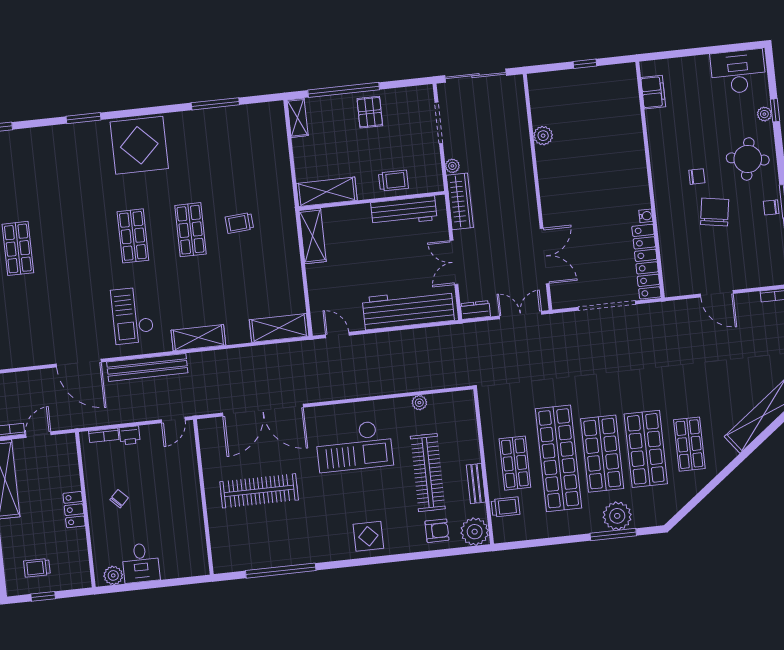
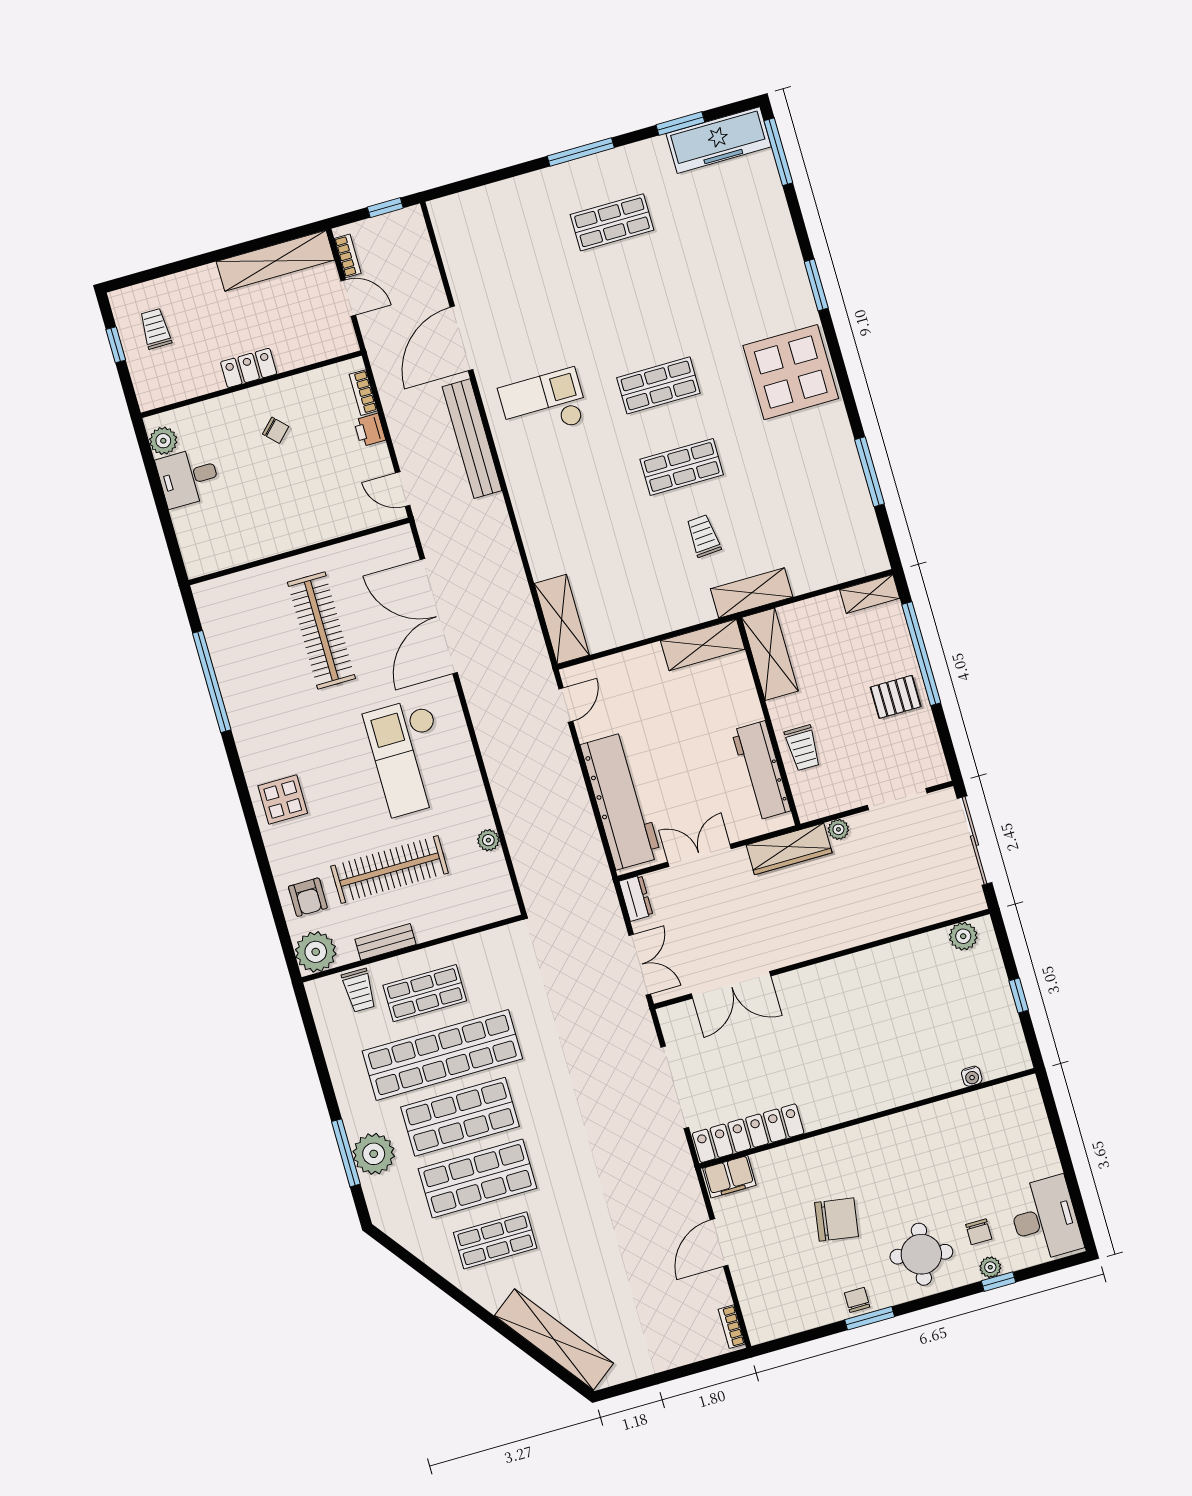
filing cabinet: (653, 92) -> (729, 1177), moved
plant: (543, 136) -> (963, 936), moved
chair: (697, 177) -> (979, 1232), moved
water cooler: (646, 216) -> (972, 1076), moved
shelving: (198, 338) -> (752, 593), moved, turned 90

